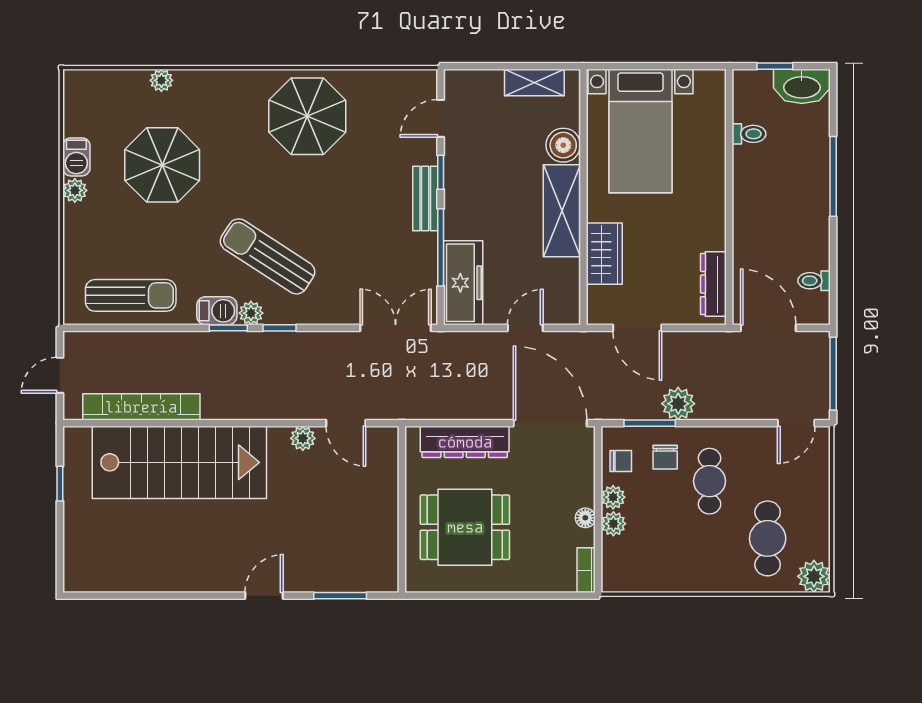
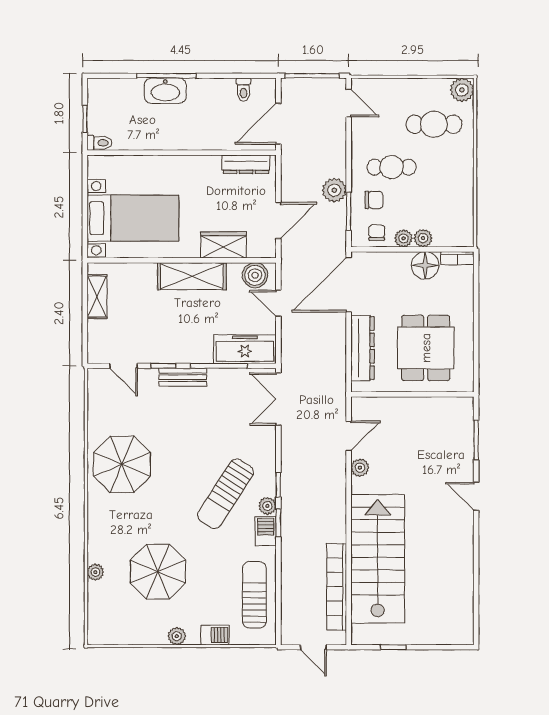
washbasin: (802, 86) -> (165, 91), moved, turned 90
toilet: (749, 134) -> (100, 143), moved, turned 90
boiler: (563, 145) -> (255, 275), moved
barbecue: (76, 157) -> (215, 635), moved
floor lamp: (585, 518) -> (425, 265), width x1.89, depth x1.89

